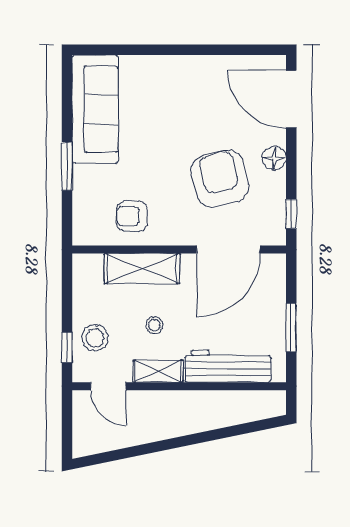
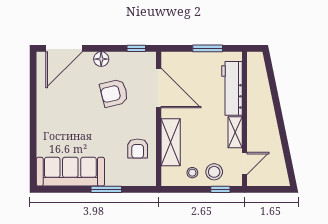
armchair: (220, 178) -> (114, 93), width x0.73, depth x0.73
stool: (154, 325) -> (192, 173), moved

